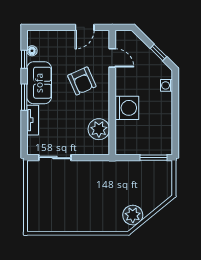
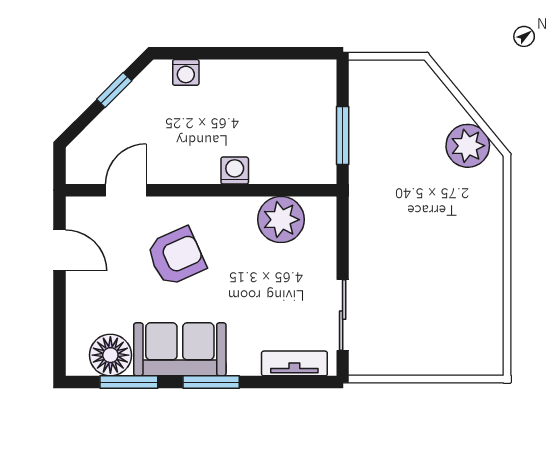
floor lamp: (32, 51) -> (110, 355), width x1.89, depth x1.89
window: (24, 59) -> (129, 382), width x1.50
washing machine: (127, 108) -> (235, 171), width x0.53, depth x0.53
tv unit: (33, 120) -> (294, 363), moved
window: (153, 158) -> (343, 136), moved

